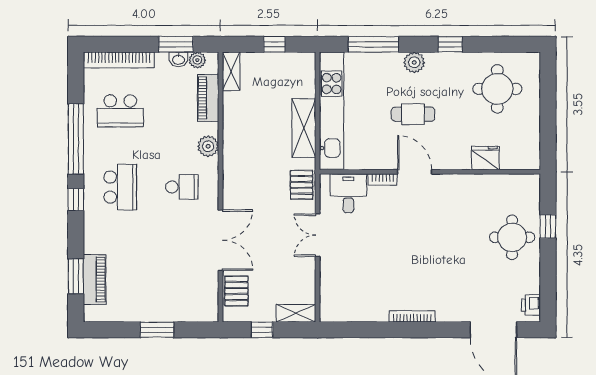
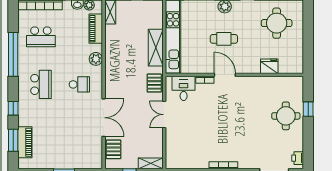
window: (76, 200) -> (13, 108), moved

